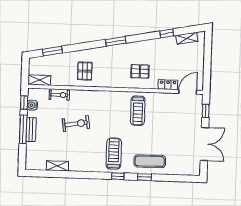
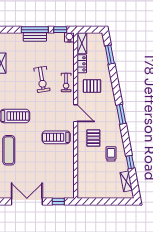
trolley: (157, 53) -> (111, 154), added
locker: (168, 85) -> (82, 64), moved
door: (188, 92) -> (76, 113), moved
exercise bike: (59, 95) -> (66, 82), moved
water cooler: (32, 105) -> (69, 37), moved
double door: (204, 144) -> (27, 202), swing flipped

